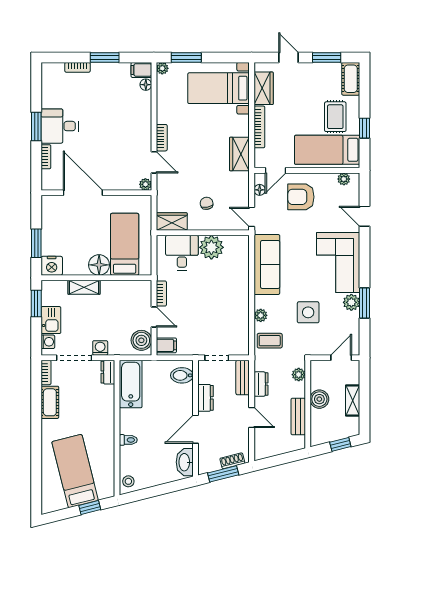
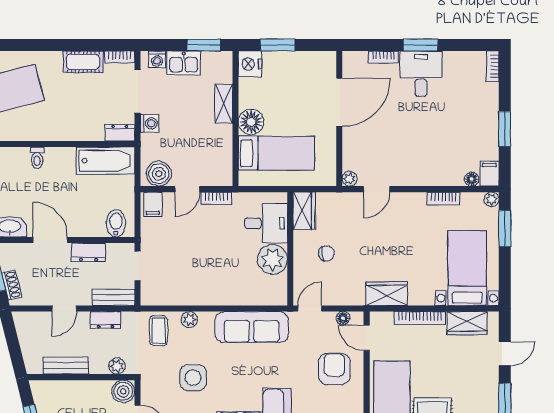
bookcase: (77, 67) -> (493, 66), moved
bookcase: (162, 138) -> (444, 199), moved
boiler: (319, 399) -> (123, 391), moved

